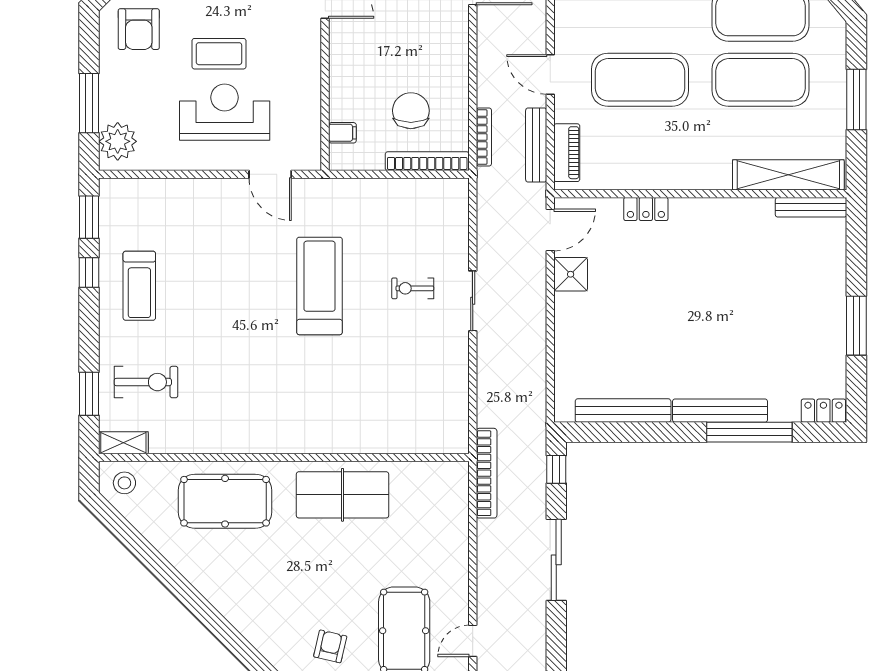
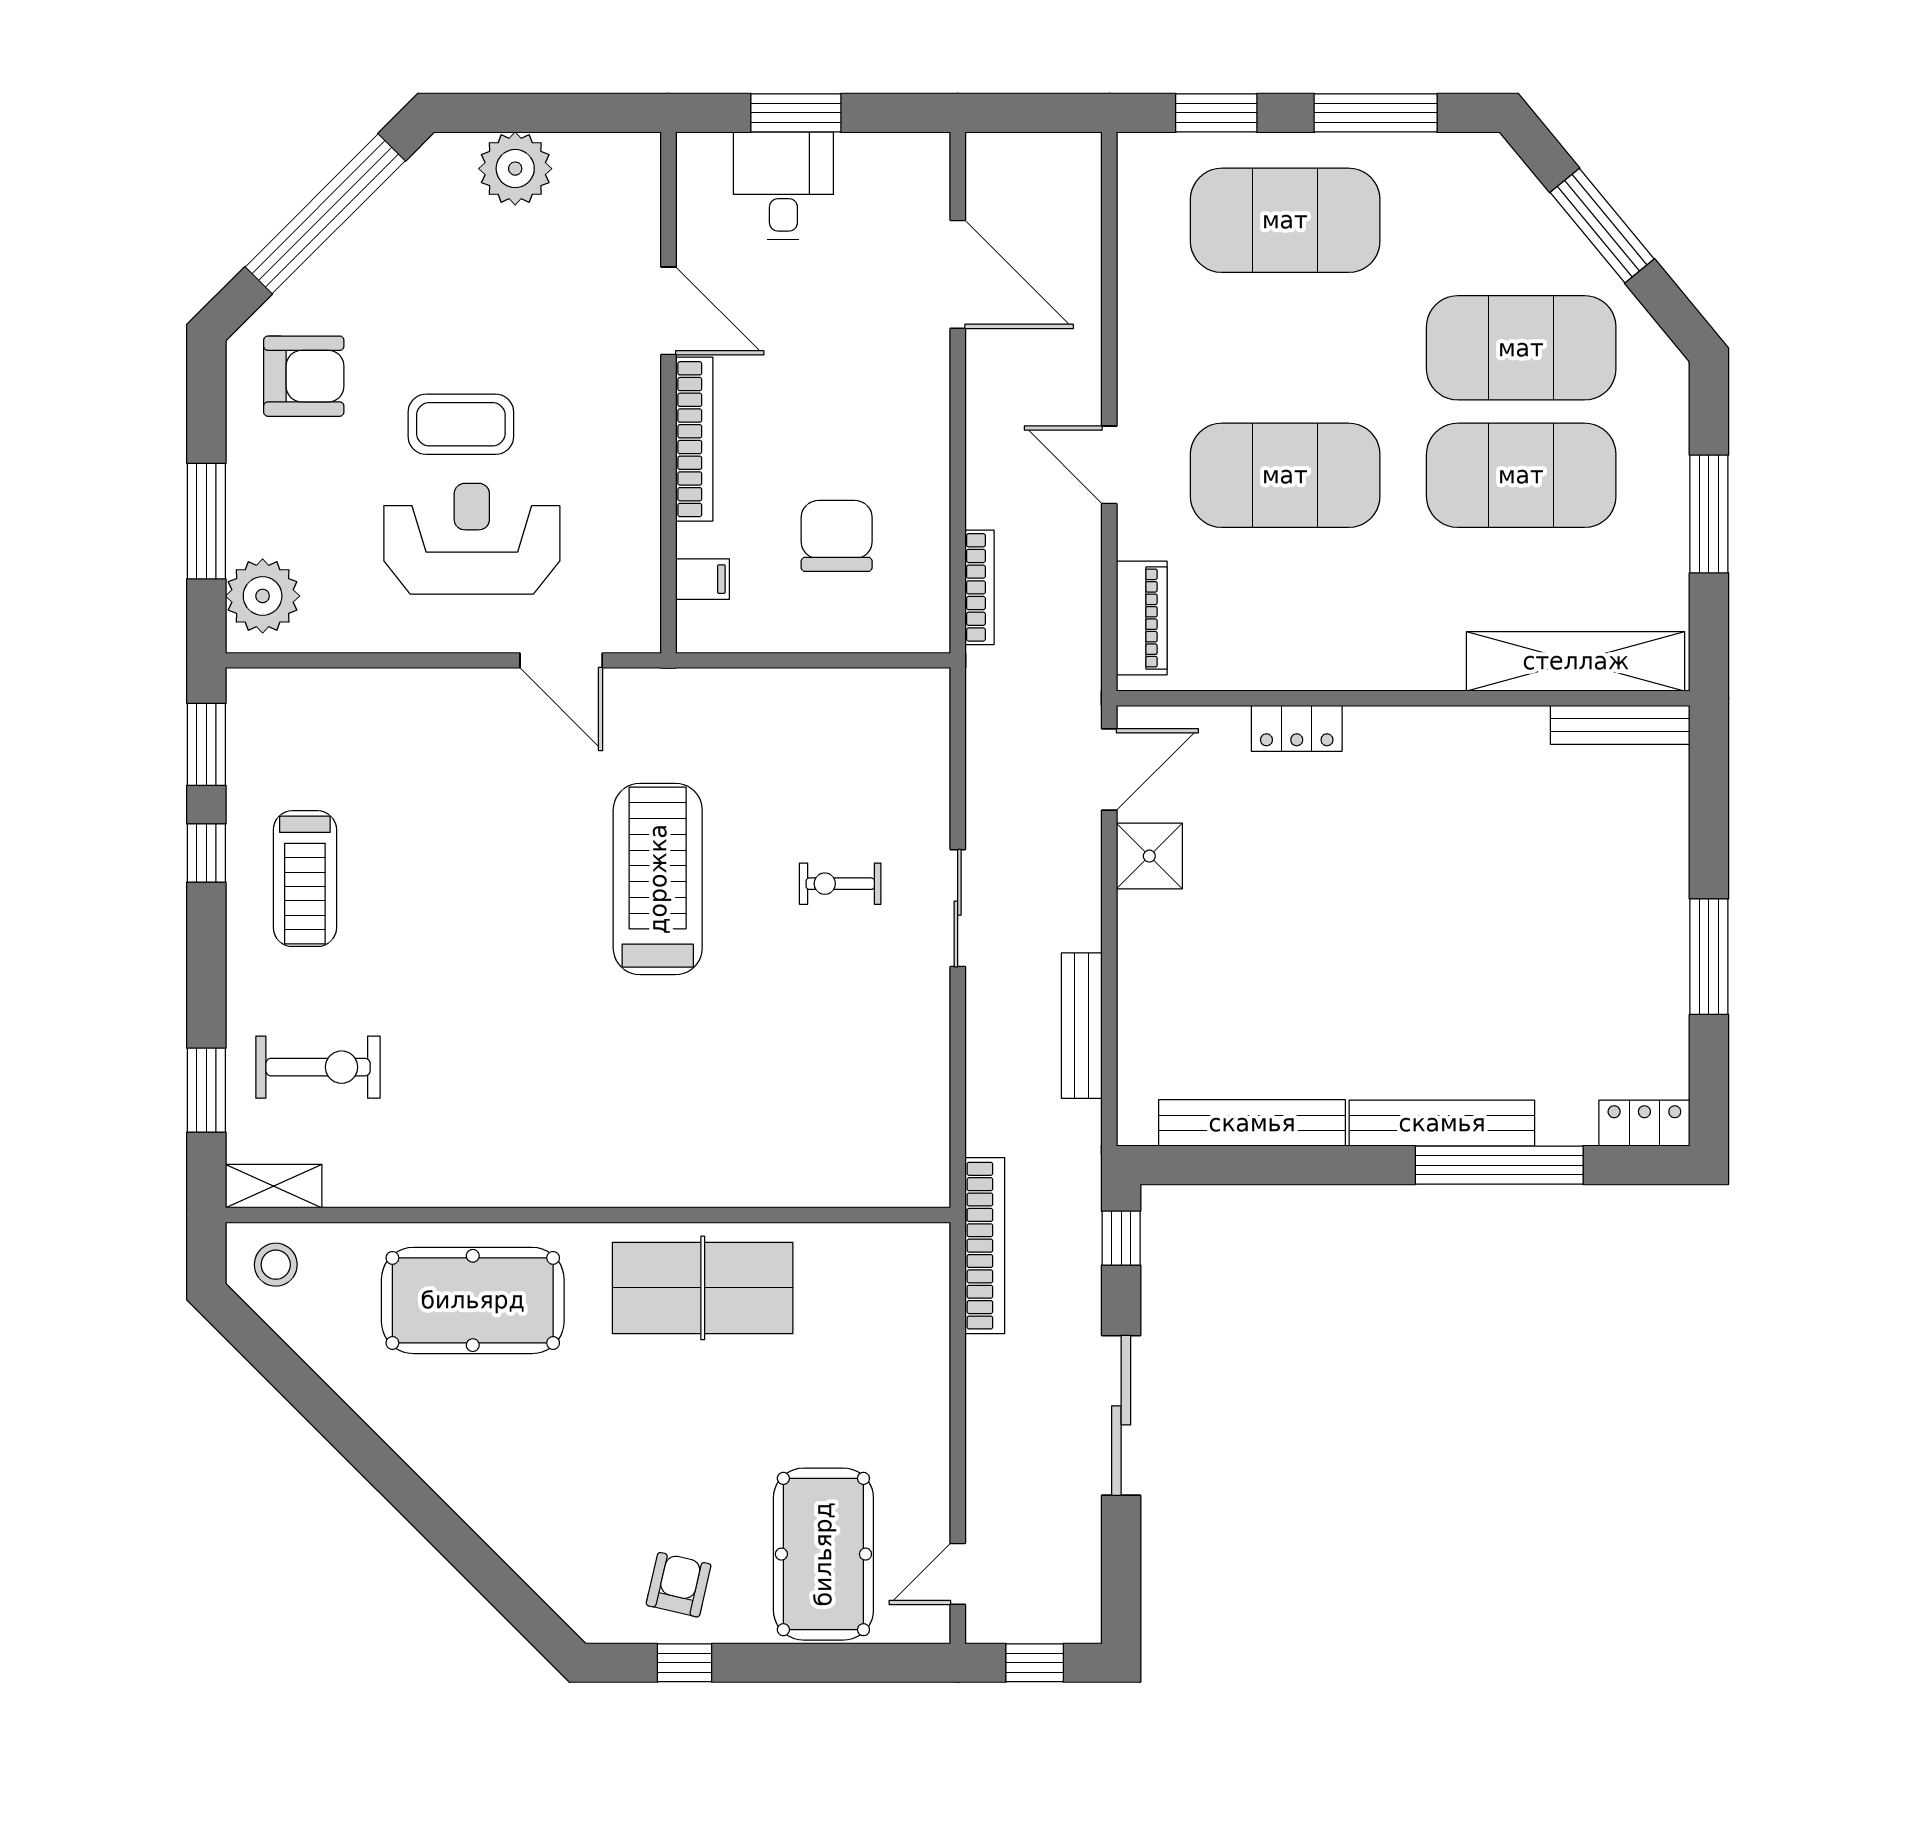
armchair: (139, 29) -> (304, 376), turned -90
bench: (536, 145) -> (1082, 1026), moved
bookcase: (427, 161) -> (694, 439), moved, turned 90

